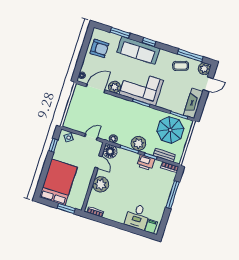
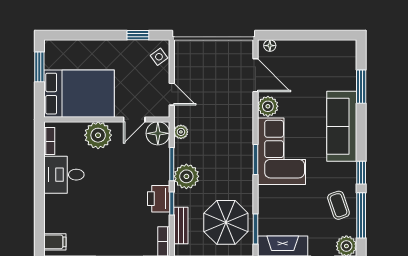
window: (149, 42) -> (361, 173), moved
armchair: (99, 48) -> (324, 60), removed
bed: (58, 182) -> (79, 94), moved
window: (66, 208) -> (39, 67), moved
desk: (137, 217) -> (64, 175), moved

